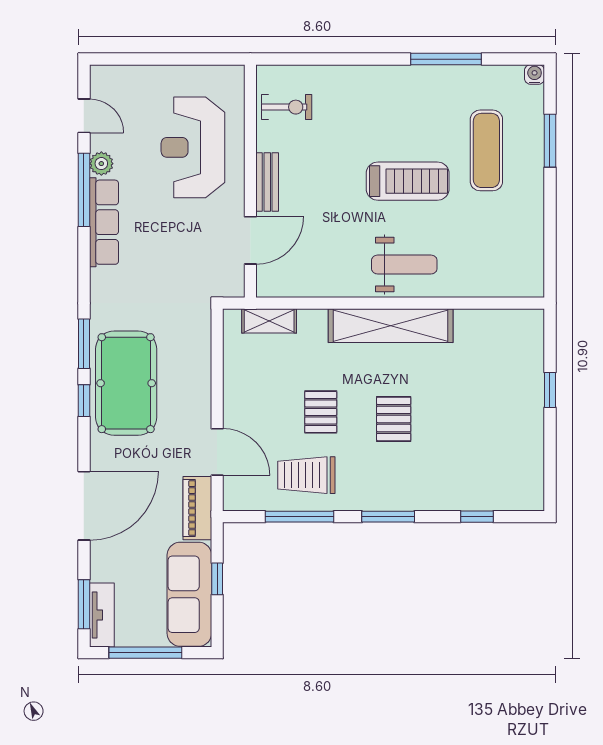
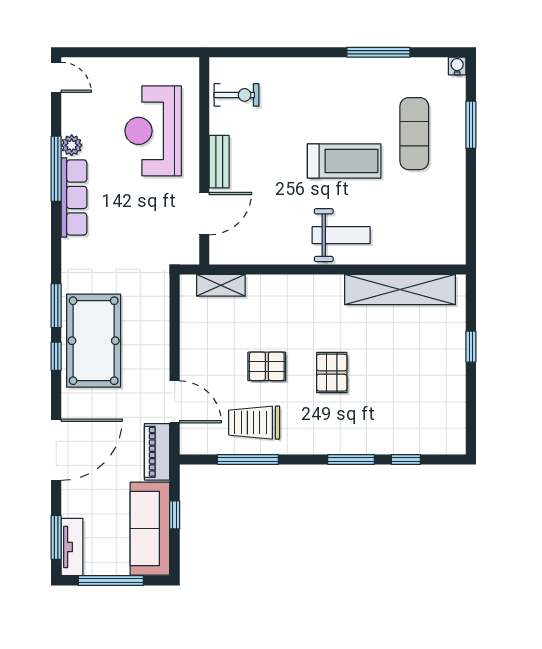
door: (84, 116) -> (56, 77), moved
shelving: (391, 326) -> (400, 290), moved
pallet: (321, 412) -> (267, 366), turned 90
window: (388, 517) -> (351, 460), moved

